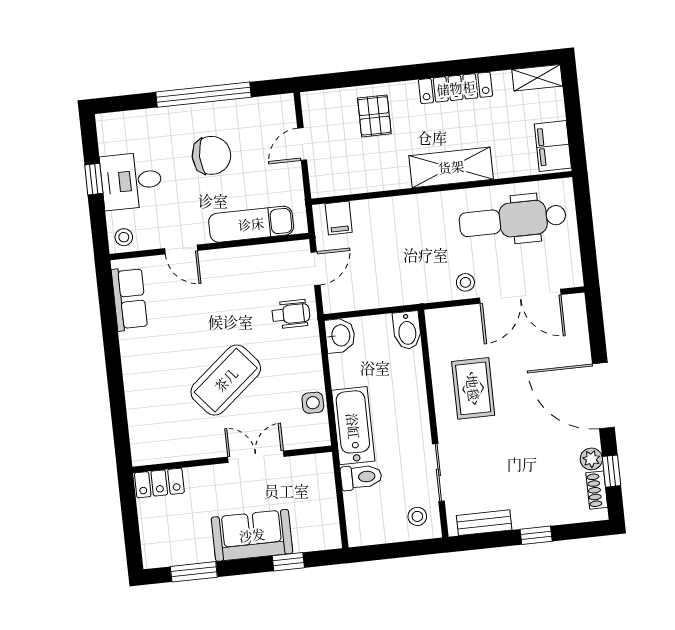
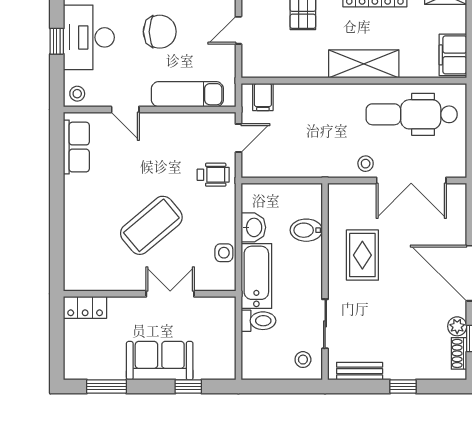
desk: (131, 181) -> (89, 37), width x1.37
bidet: (407, 330) -> (306, 230), moved, turned 90
washbasin: (340, 335) -> (253, 227), moved

